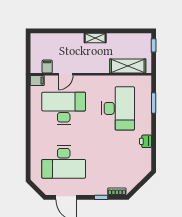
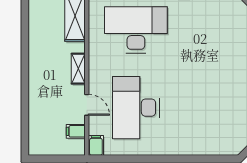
shelving: (95, 38) -> (78, 69), moved
desk: (64, 162) -> (213, 108), removed

